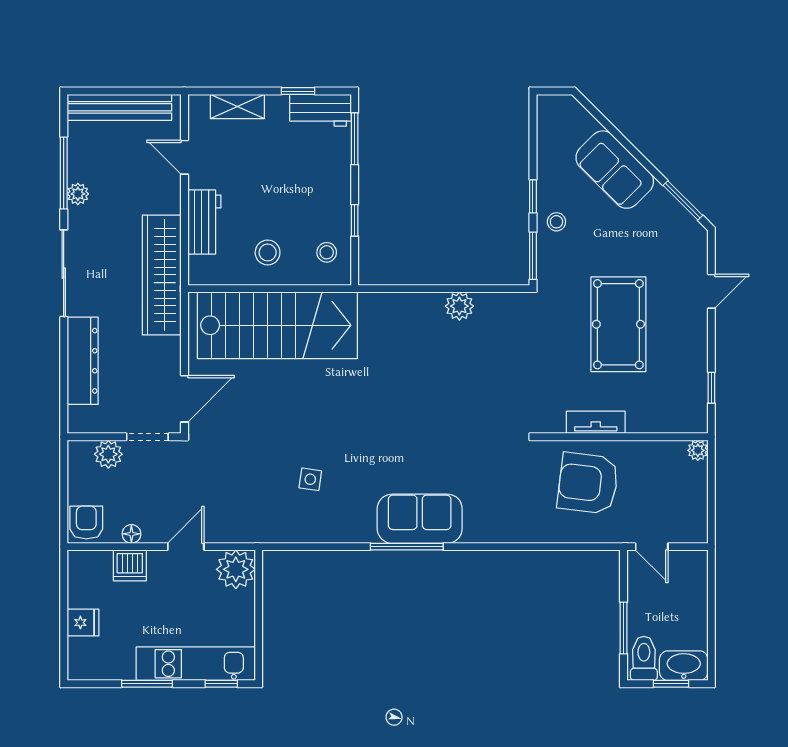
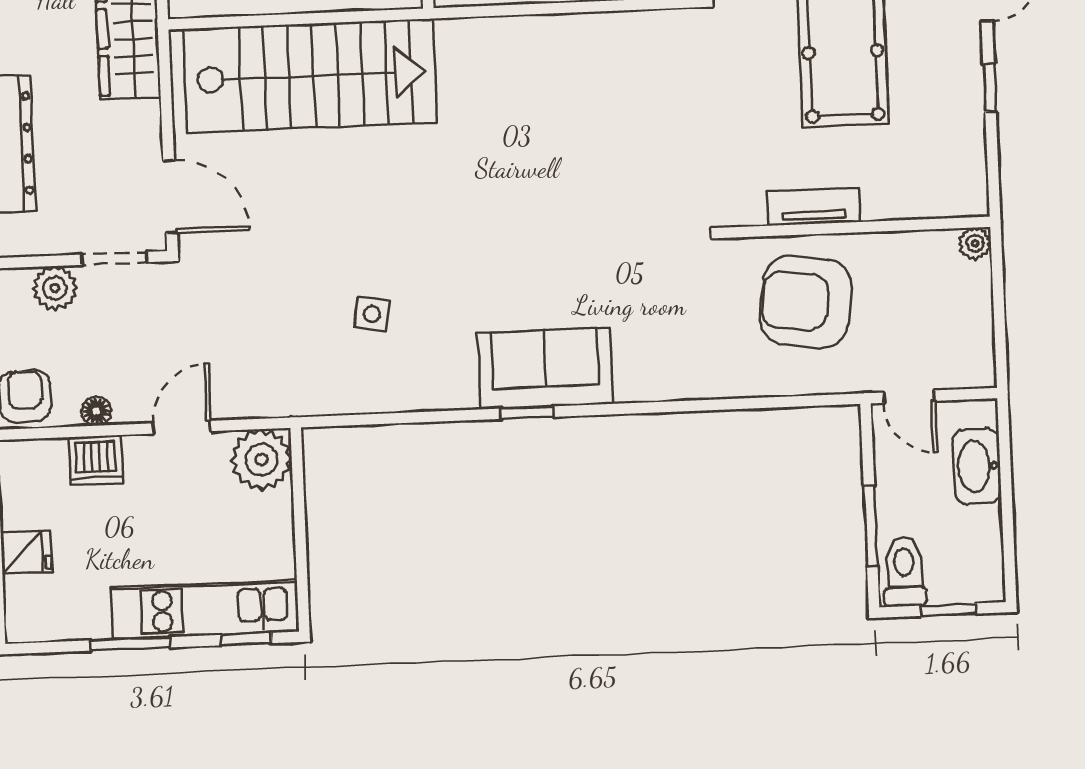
plant: (459, 306) -> (593, 34), removed
window: (711, 388) -> (990, 88), moved
door: (184, 399) -> (170, 197), hinge flipped
window: (407, 547) -> (527, 413), width x0.46
washbasin: (684, 666) -> (977, 466), moved, turned -90

